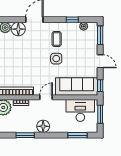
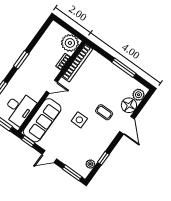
coffee table: (57, 39) -> (104, 112), moved
door: (46, 97) -> (52, 87), hinge flipped
floor lamp: (43, 126) -> (28, 66), removed
window: (25, 135) -> (21, 60), moved

